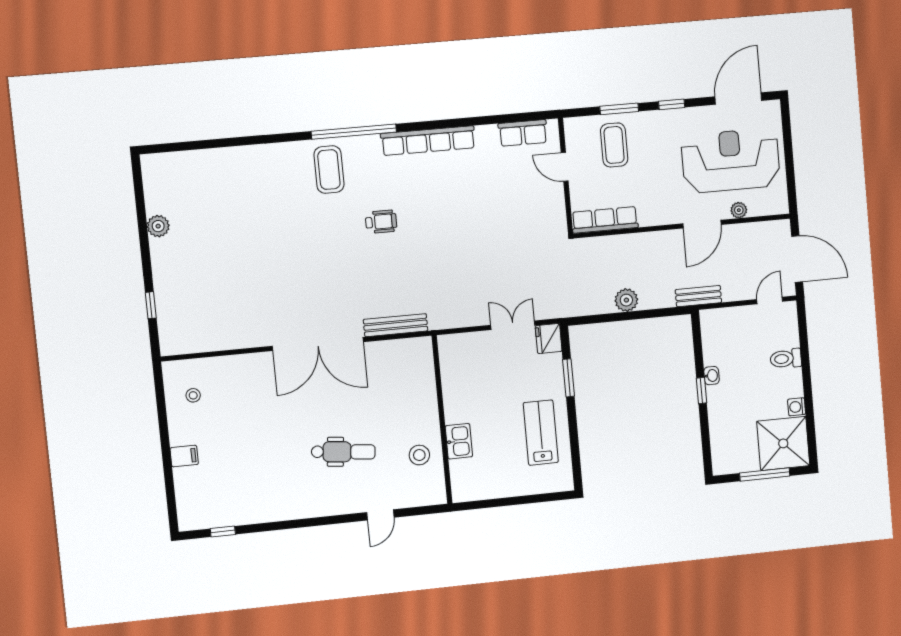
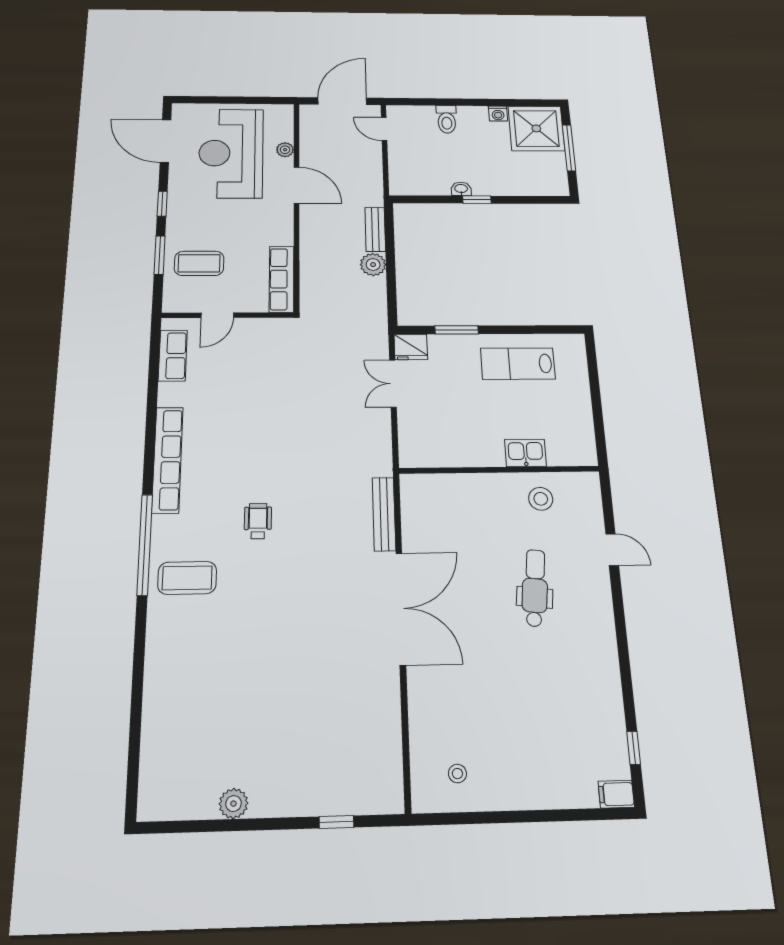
bench: (698, 296) -> (375, 229), moved
filing cabinet: (184, 456) -> (616, 794), moved, turned -90

